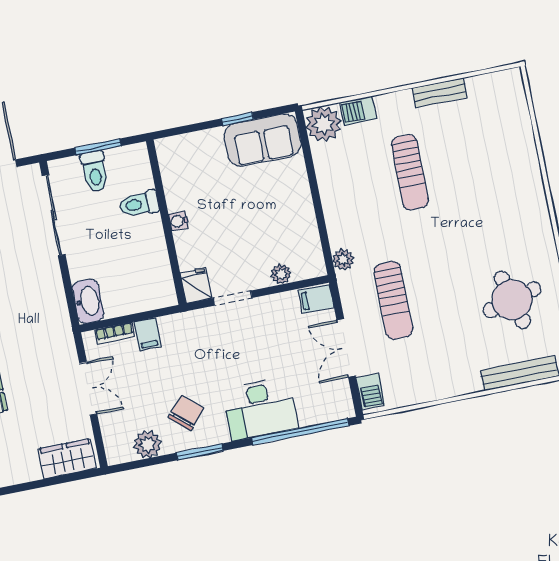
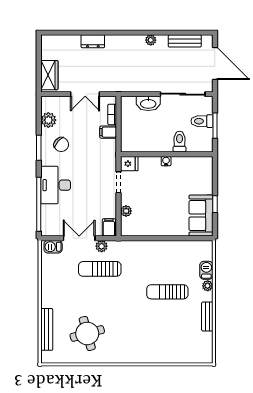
plant: (323, 124) -> (208, 286), moved, width x0.53, depth x0.53
plant: (343, 260) -> (102, 246), moved
washbasin: (88, 301) -> (148, 103), moved

